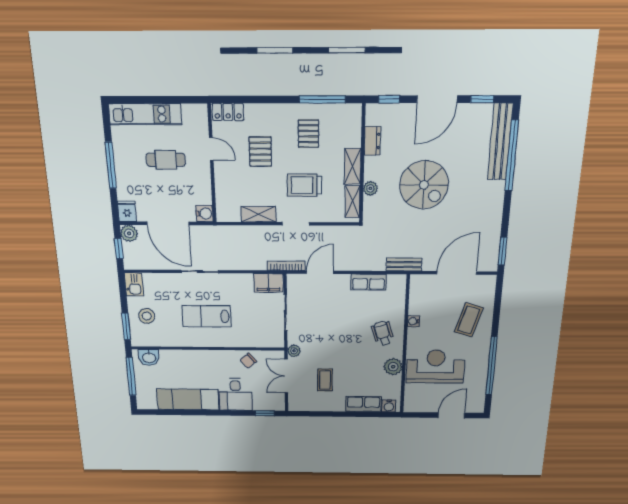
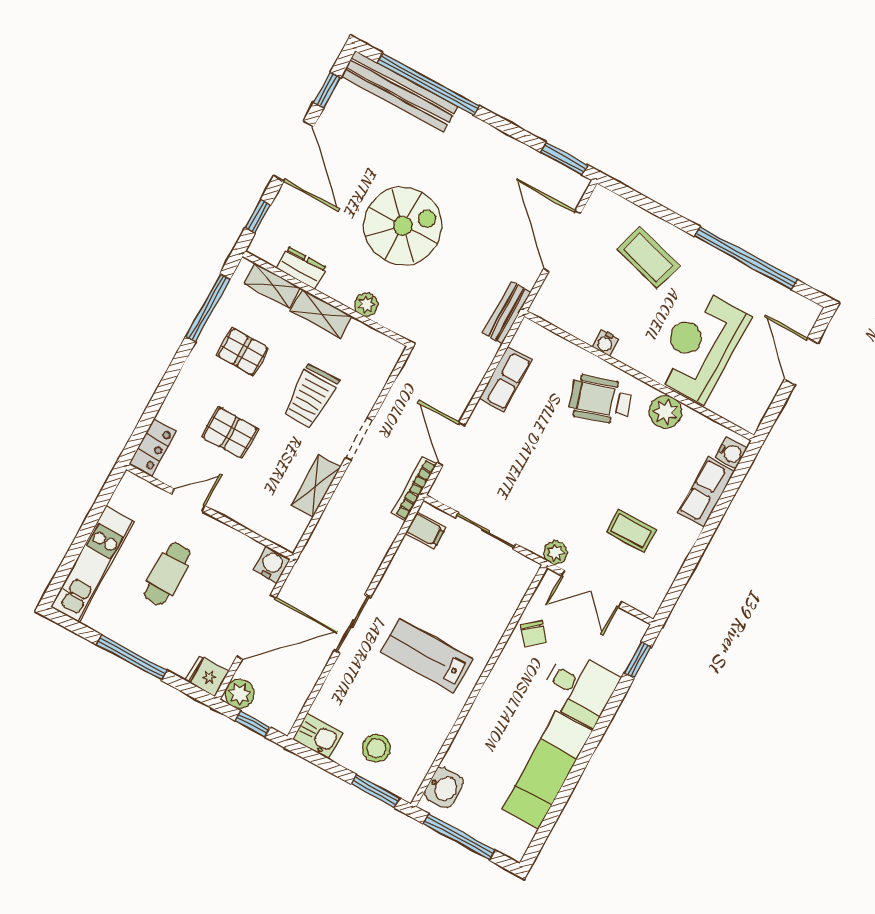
shelving: (352, 202) -> (272, 286), moved
filing cabinet: (268, 283) -> (426, 530), width x0.50
lab bench: (207, 316) -> (427, 656), turned 90
wheelchair: (383, 333) -> (600, 400), width x1.36, depth x1.37

